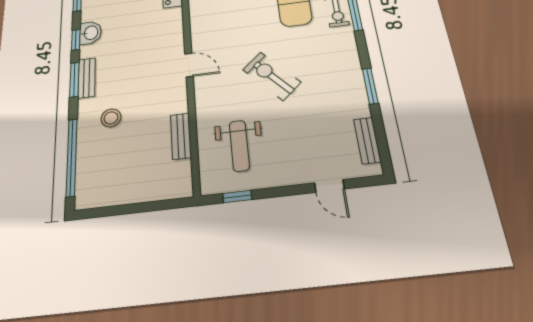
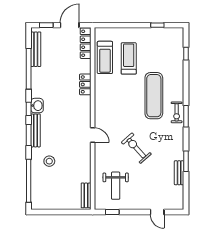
bench: (87, 78) -> (35, 130), width x1.36
bench: (181, 136) -> (86, 195), moved
bench: (367, 140) -> (179, 173), moved

